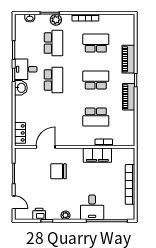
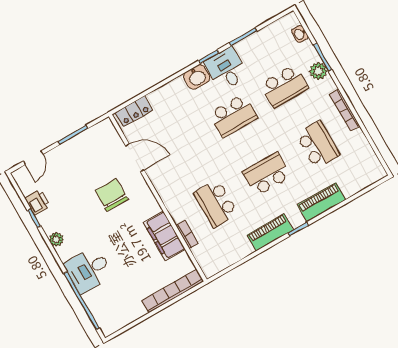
school desk: (96, 80) -> (267, 174), turned -90
bookcase: (130, 184) -> (173, 291), moved

